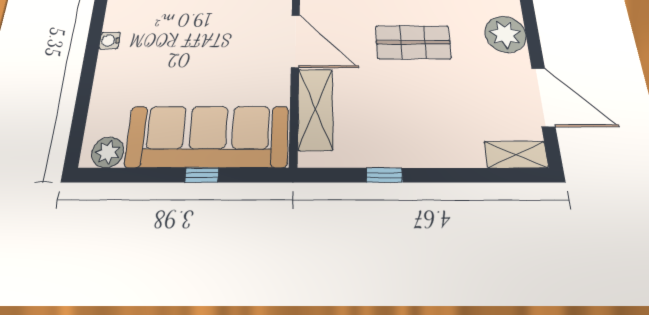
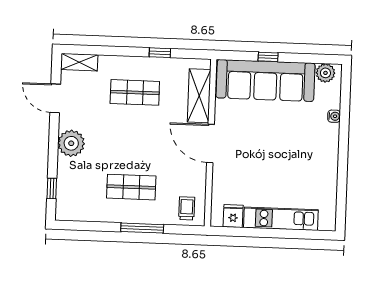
water cooler: (110, 41) -> (334, 116), moved
shop shelf: (413, 42) -> (135, 92), moved
door: (543, 97) -> (55, 98), width x0.73

